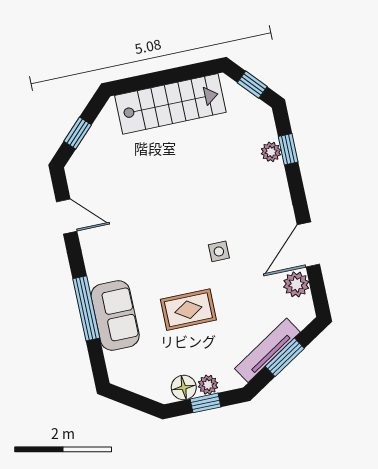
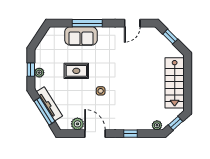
window: (288, 149) -> (131, 134), moved
plant: (271, 152) -> (157, 125), moved
rug: (188, 310) -> (76, 71), turned 90
window: (285, 357) -> (44, 111), width x1.44
floor lamp: (184, 388) -> (40, 61), removed

